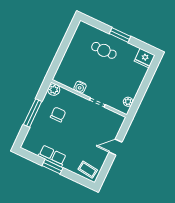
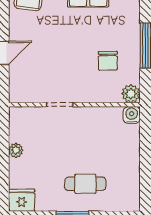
water cooler: (80, 87) -> (132, 115), moved
plant: (128, 102) -> (16, 150), moved

